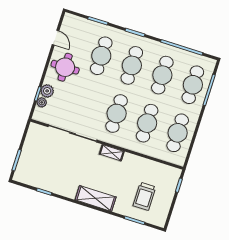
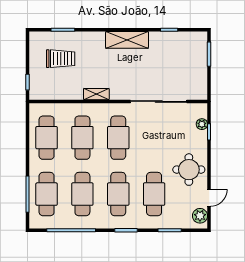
door: (56, 38) -> (209, 198), swing flipped
plant: (47, 91) -> (200, 216), moved
shelving: (112, 153) -> (96, 94), moved
trolley: (144, 196) -> (61, 59), turned 90
shelving: (96, 198) -> (127, 40), moved

